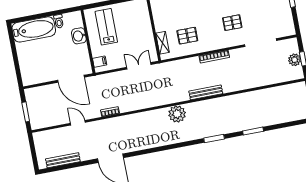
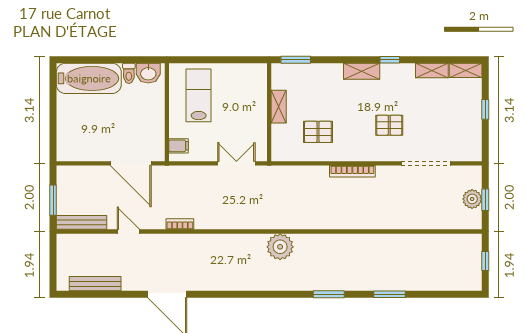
washbasin: (79, 36) -> (148, 73), moved, turned -90
shelving: (163, 43) -> (279, 107), moved
bench: (206, 92) -> (81, 222), moved

